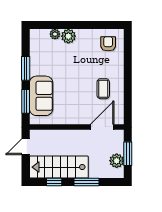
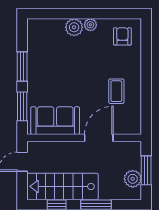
plant: (55, 34) -> (90, 25), moved
sofa: (41, 96) -> (55, 121), moved, turned -90
door: (102, 127) -> (99, 138), moved

